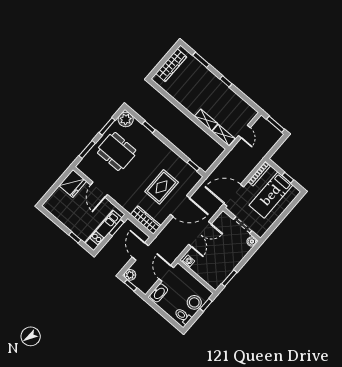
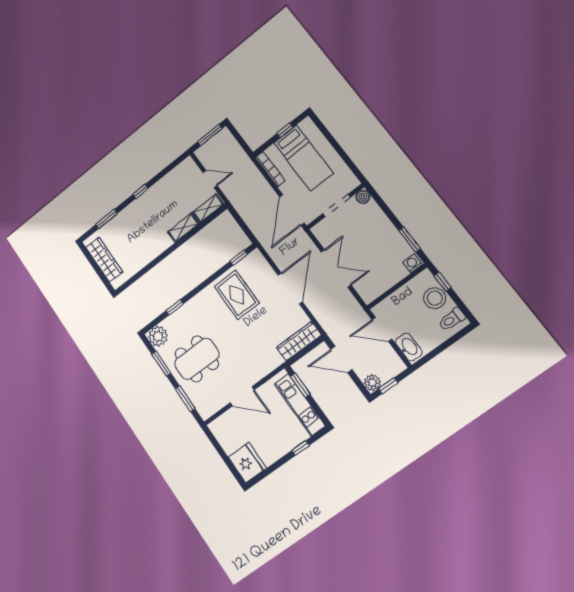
fridge: (73, 183) -> (247, 463), moved
rug: (162, 187) -> (237, 295), moved
washing machine: (188, 261) -> (413, 263), moved

